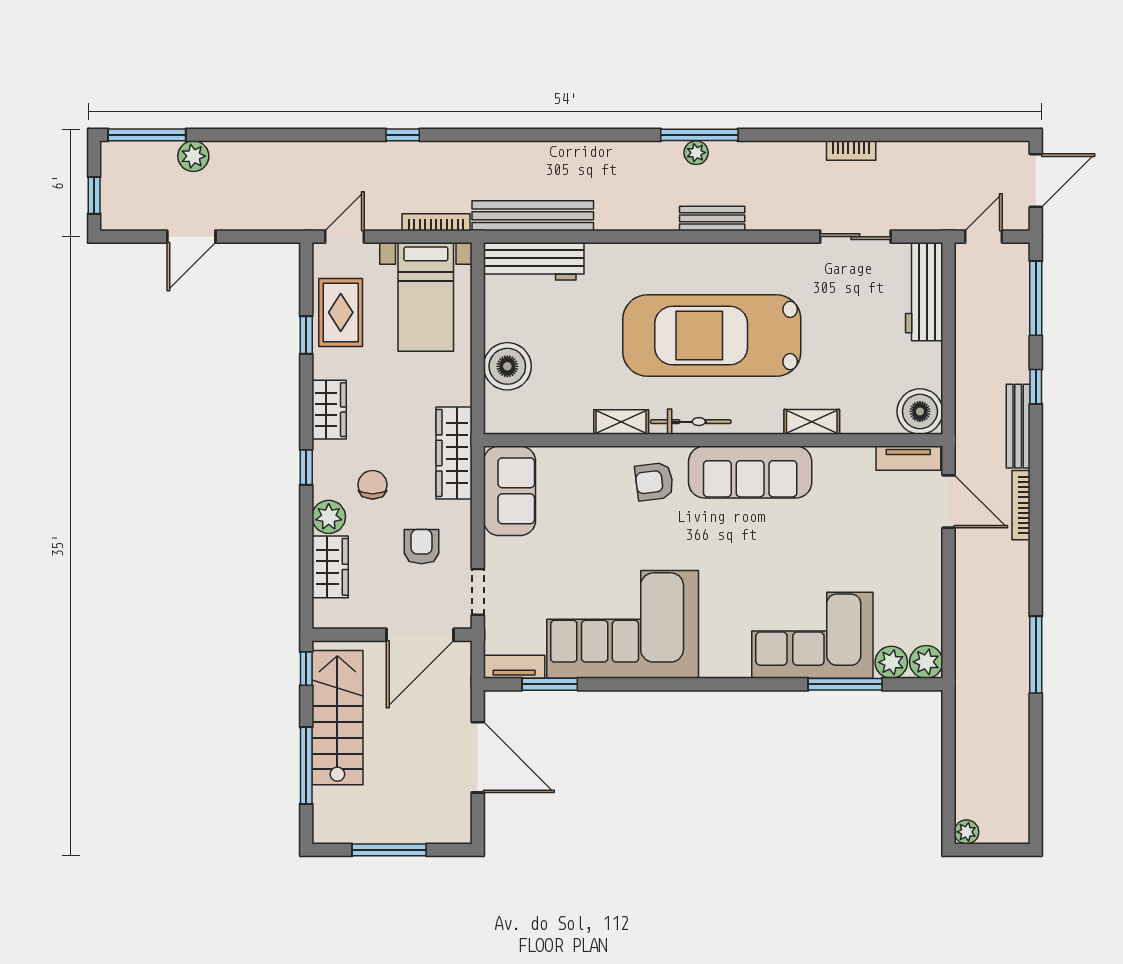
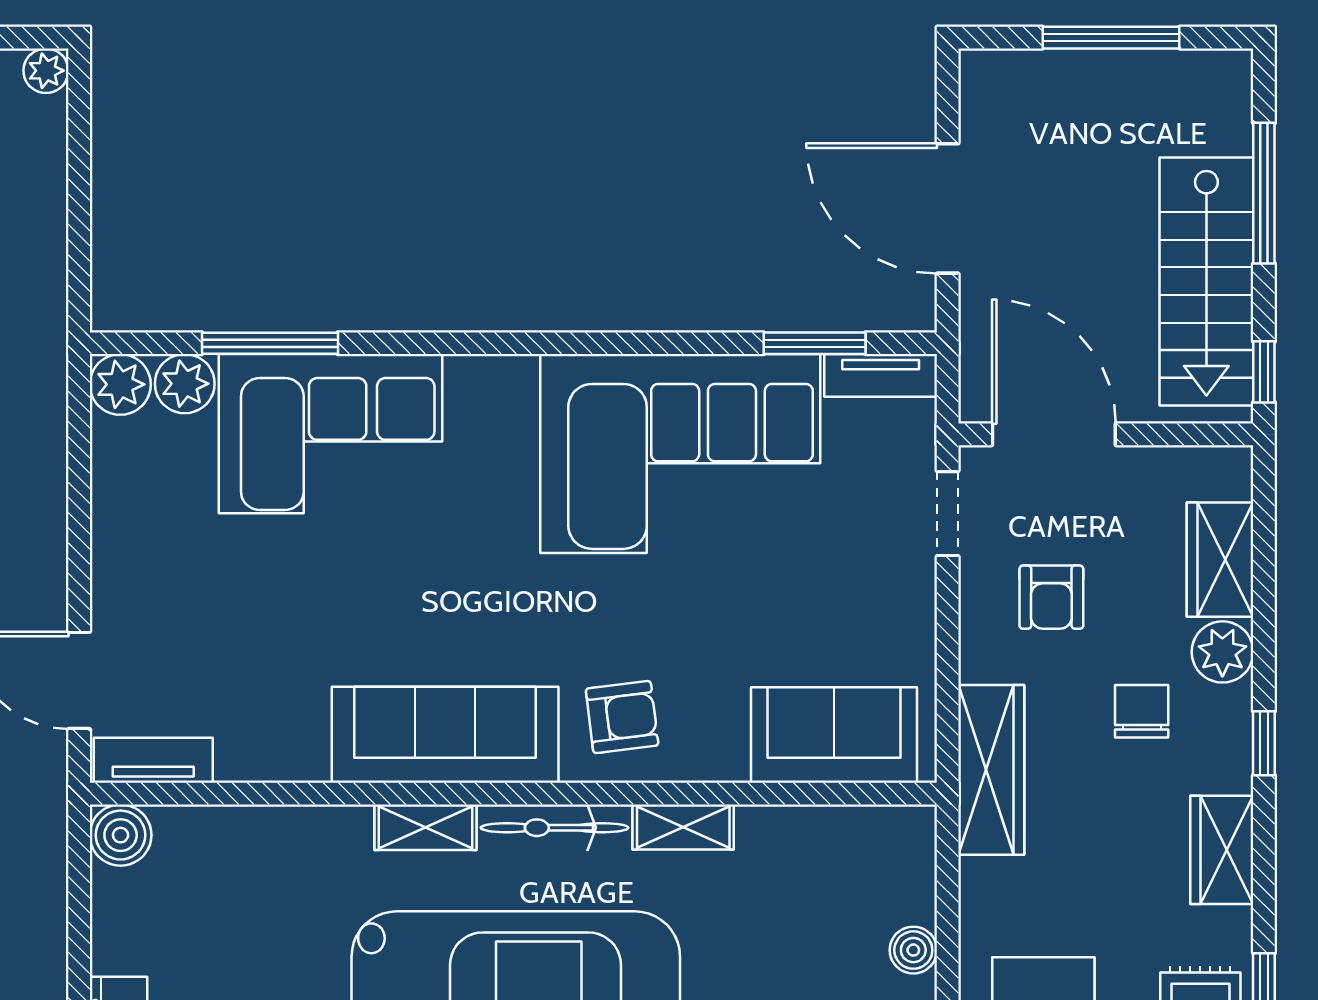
boiler: (507, 366) -> (913, 950), width x0.54, depth x0.54
boiler: (920, 411) -> (121, 835), width x0.73, depth x0.73
shelving: (812, 422) -> (425, 827), moved
chair: (373, 485) -> (1142, 711), turned 180
sofa: (510, 491) -> (834, 735), moved, turned 90
door: (420, 635) -> (1054, 434), hinge flipped

